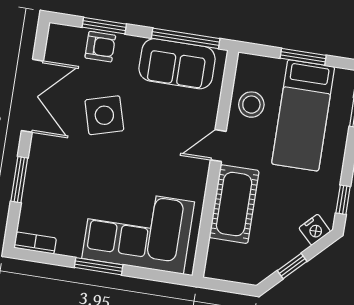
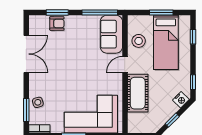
sofa: (177, 64) -> (111, 34), moved, turned 90
side table: (104, 115) -> (38, 102), moved, width x0.54, depth x0.54
window: (19, 180) -> (26, 110), moved

